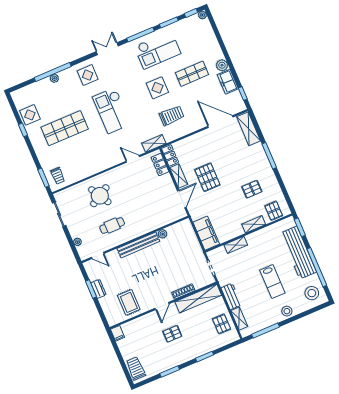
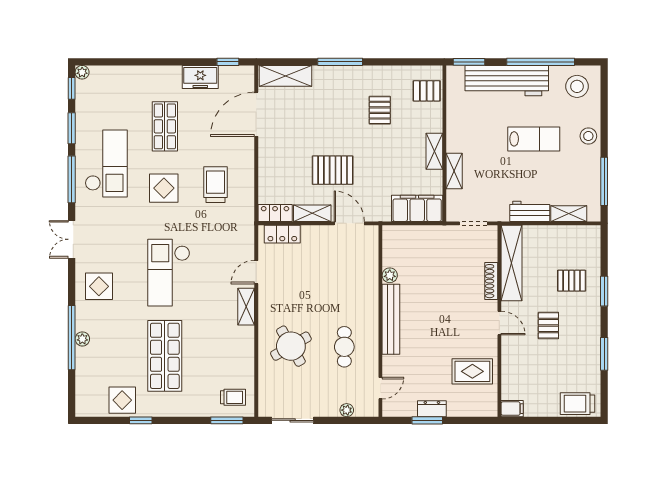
plant: (222, 65) -> (171, 75), removed
checkout: (112, 111) -> (169, 273), turned 90
shelving: (154, 143) -> (246, 307), moved
shelving: (254, 224) -> (434, 151), moved
pallet: (222, 324) -> (572, 281), moved

